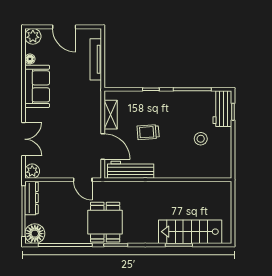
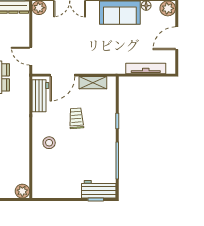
stool: (201, 139) -> (49, 143), moved
workbench: (131, 170) -> (40, 96), width x0.73
door: (83, 180) -> (31, 56), hinge flipped
plant: (224, 189) -> (22, 191), added

